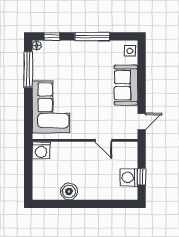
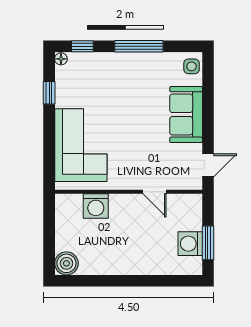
window: (28, 70) -> (49, 93), width x0.46
washing machine: (41, 150) -> (96, 206), moved
window: (142, 177) -> (208, 243), width x1.50
boiler: (69, 191) -> (66, 263), moved

